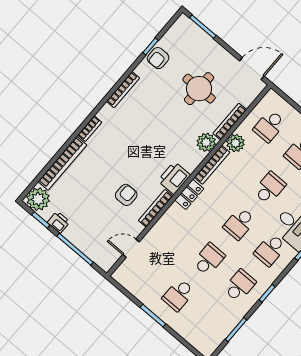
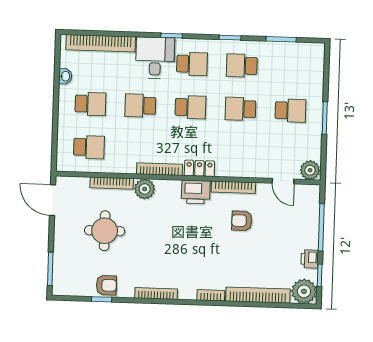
plant: (235, 143) -> (310, 170), moved

